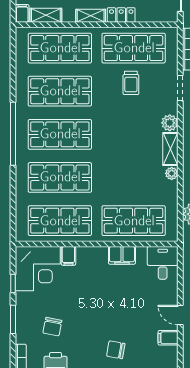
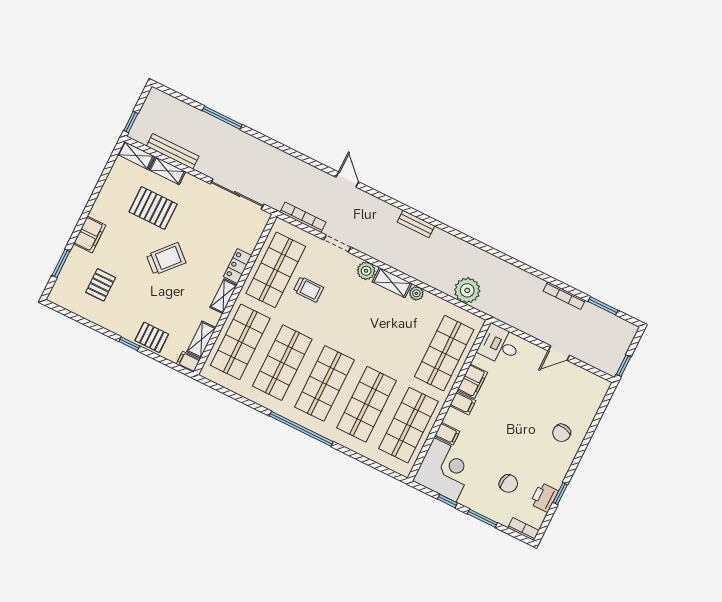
filing cabinet: (168, 338) -> (463, 403), moved, turned -90

